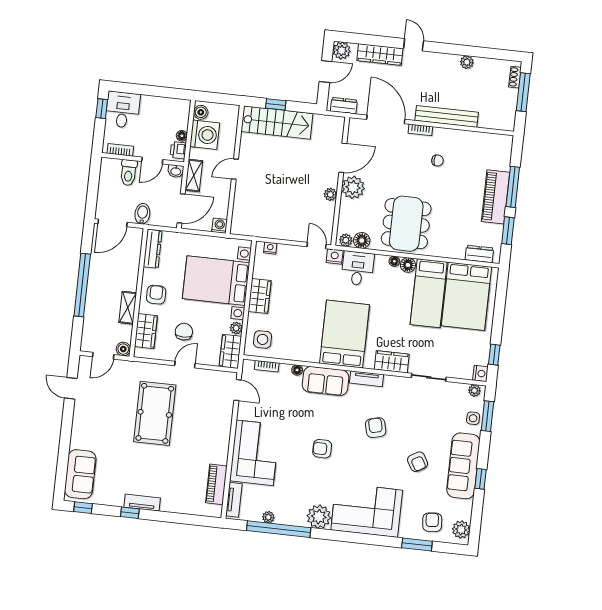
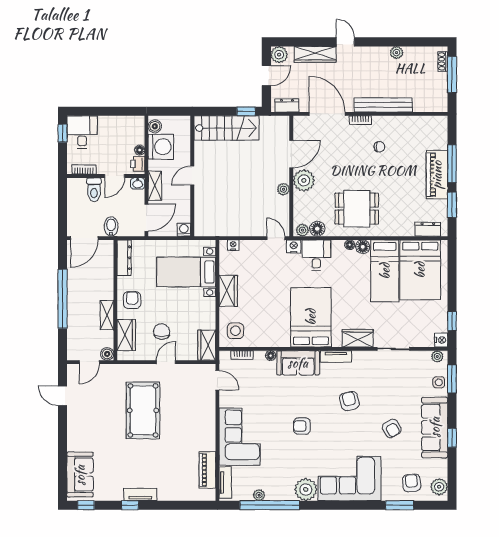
window: (276, 104) -> (246, 111), moved
dining table: (406, 224) -> (357, 209), width x0.73
bed with nightstands: (216, 281) -> (186, 272), width x0.73
plant: (236, 328) -> (210, 323), removed

